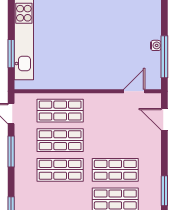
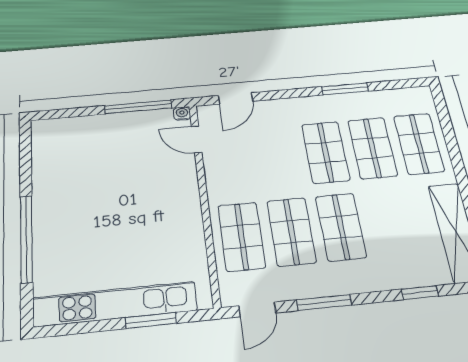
water cooler: (156, 45) -> (182, 114), moved

